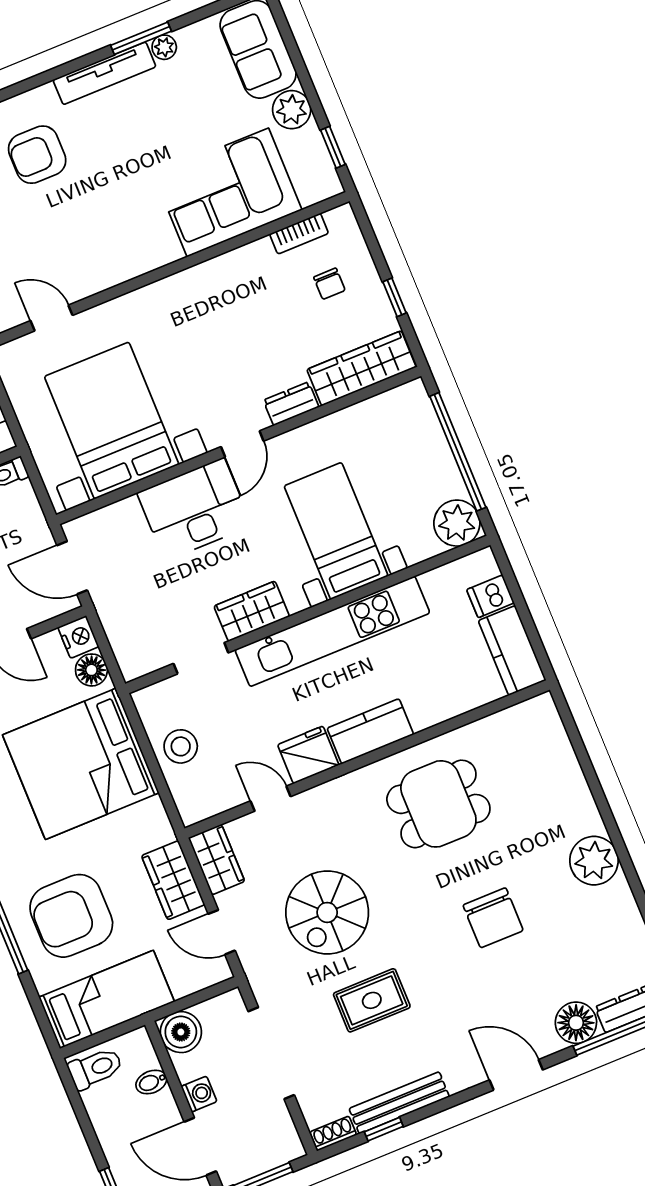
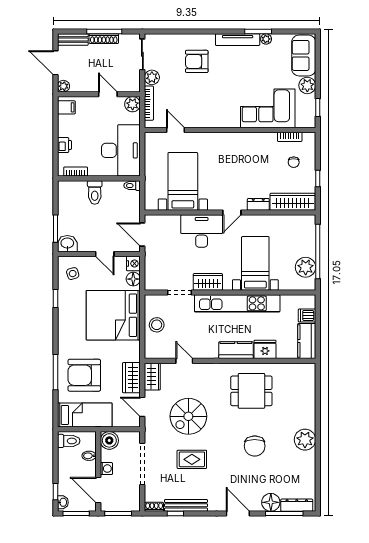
bed with nightstands: (112, 421) -> (183, 181), width x0.73
plant: (457, 523) -> (306, 267), moved
fridge: (308, 755) -> (265, 349), moved

